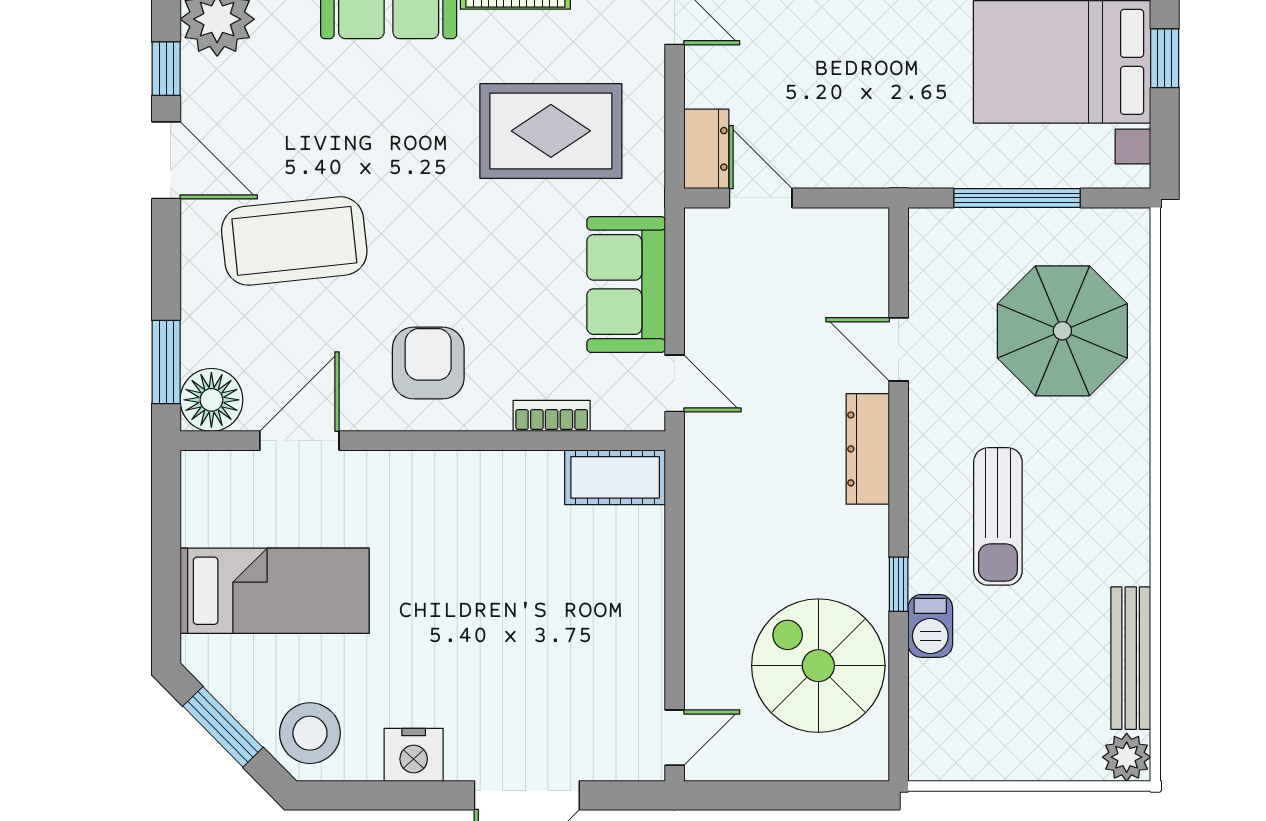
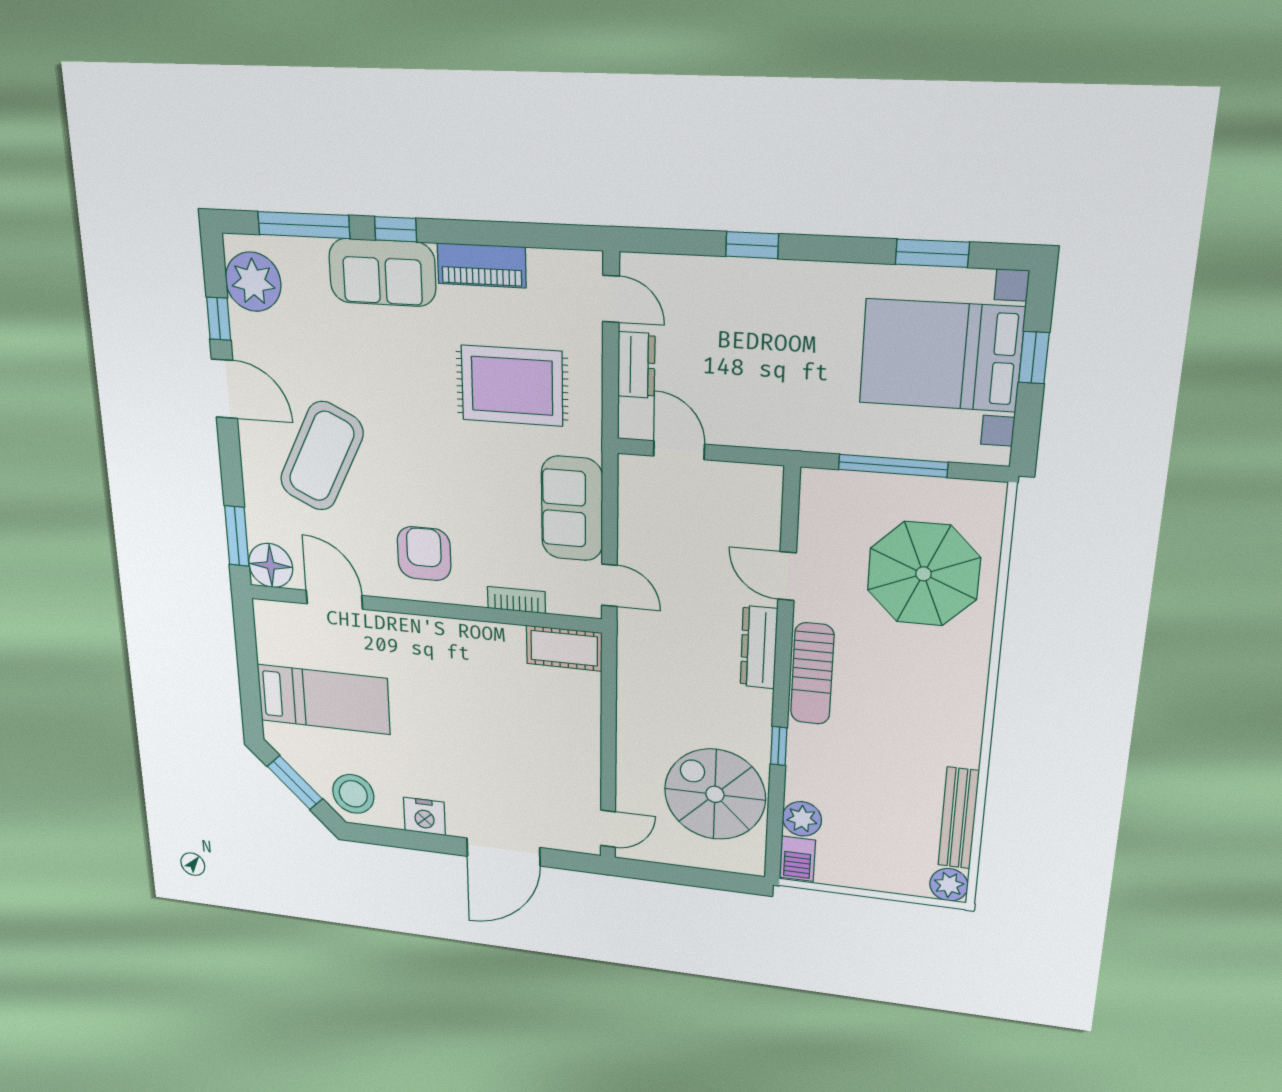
dresser: (706, 149) -> (636, 365), moved
coffee table: (294, 241) -> (322, 456), turned -58
door: (299, 441) -> (334, 600), hinge flipped
sun lounger: (998, 516) -> (812, 674), moved
barbecue: (930, 626) -> (797, 859), moved
plant: (933, 686) -> (802, 819), added

